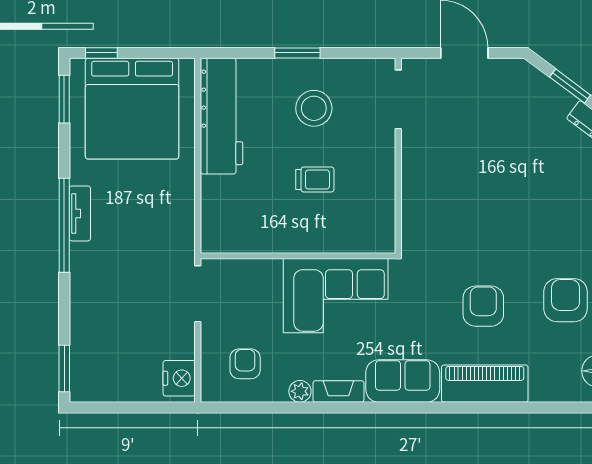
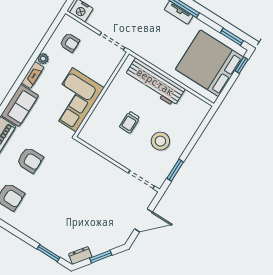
window: (297, 53) -> (175, 170), moved
workbench: (222, 116) -> (155, 82), moved

